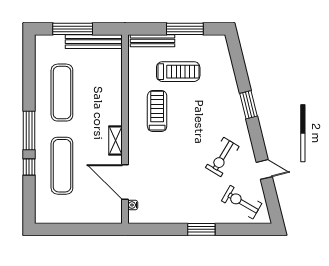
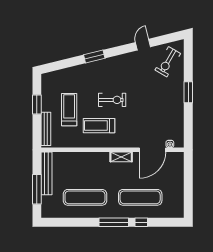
window: (185, 29) -> (37, 105), width x0.69
exercise bike: (222, 157) -> (112, 100), moved, turned -31

